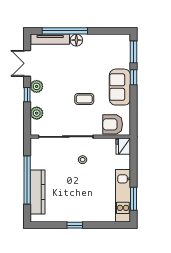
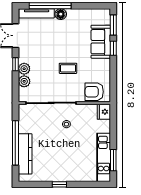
plant: (37, 86) -> (24, 69), moved
sofa: (120, 87) -> (101, 42), moved

